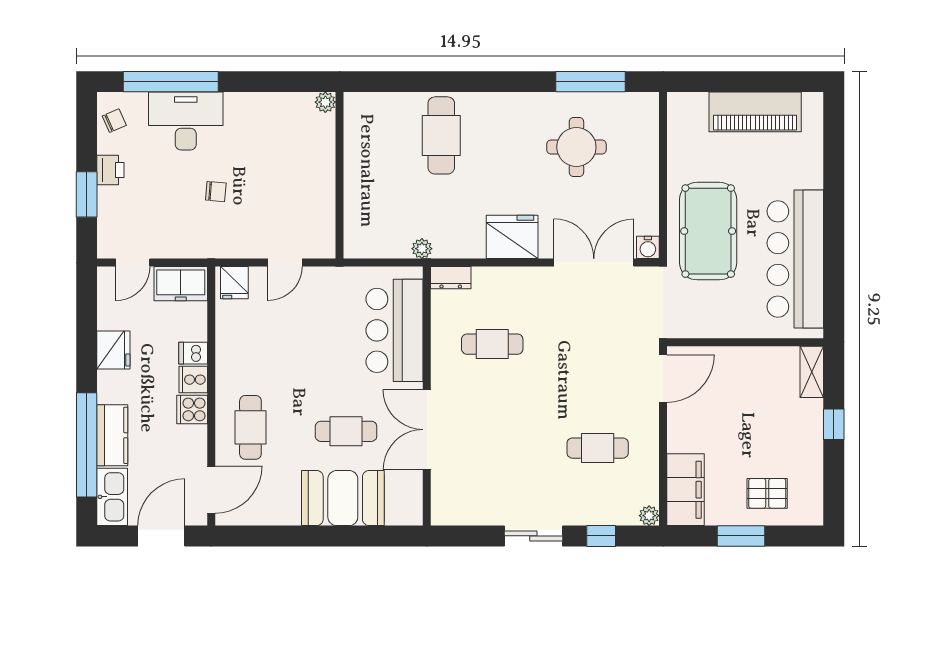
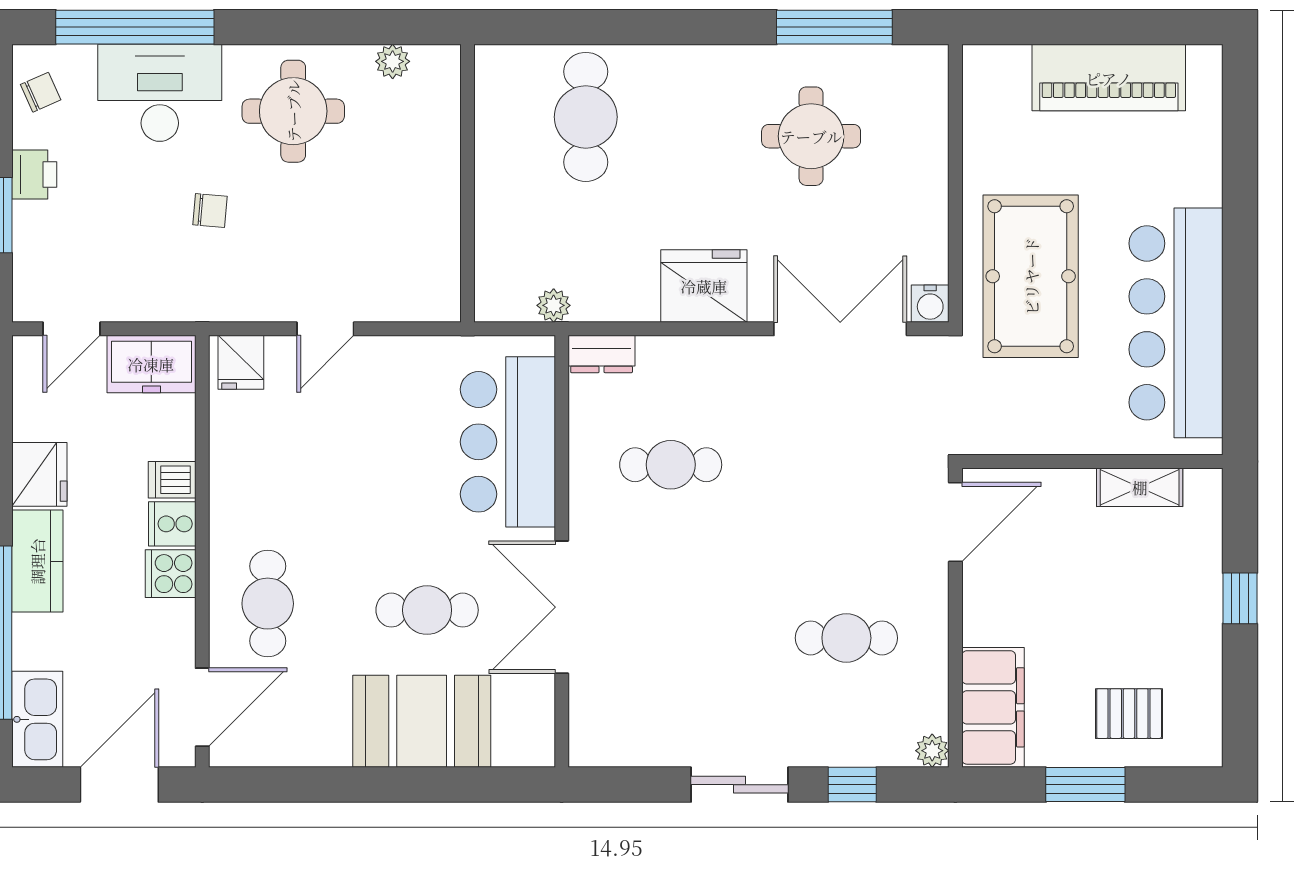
round table: (266, 132) -> (293, 111), added
wall: (340, 175) -> (468, 183), moved
shelving: (812, 372) -> (1140, 487), moved, turned 90
kitchen counter: (112, 435) -> (37, 561), moved

